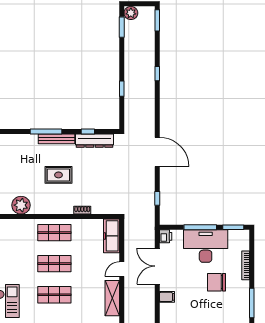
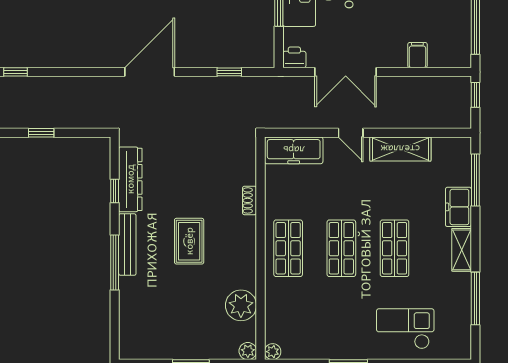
filing cabinet: (167, 297) -> (417, 55), moved

